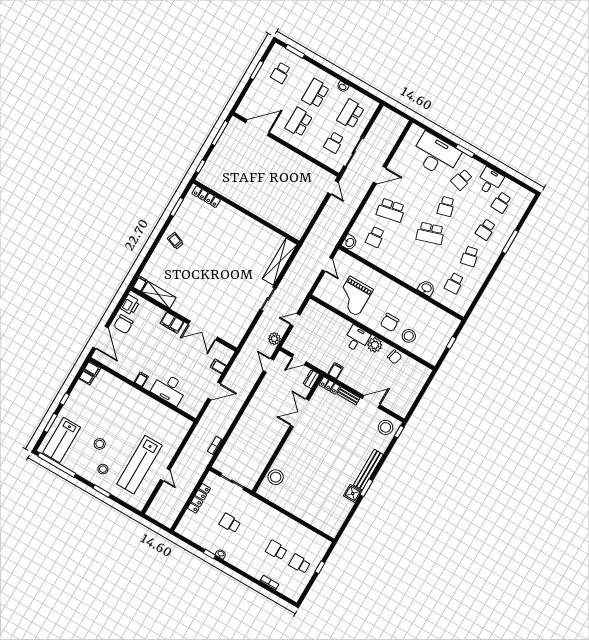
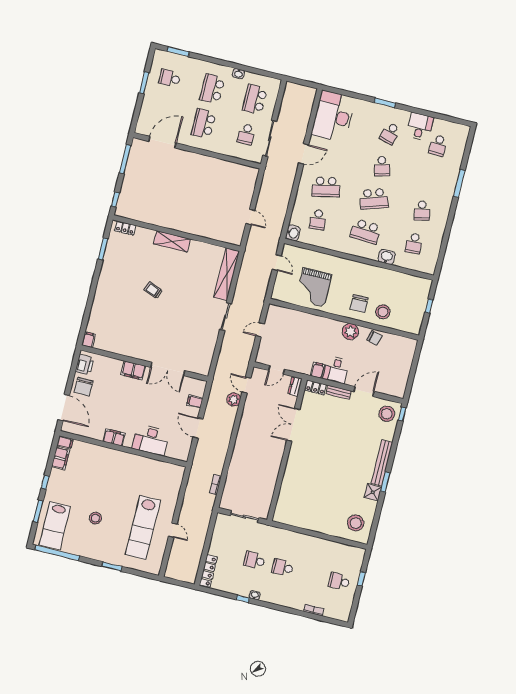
school desk: (281, 73) -> (170, 78), turned 90
desk: (436, 155) -> (333, 116), moved, turned -90
door: (333, 188) -> (250, 217), moved
locker: (206, 197) -> (125, 228), width x0.66
school desk: (486, 230) -> (366, 231), moved, width x1.85
trolley: (175, 241) -> (153, 290), moved
shelving: (159, 295) -> (172, 241), moved
plant: (274, 339) -> (234, 400), moved
desk: (357, 339) -> (336, 370), moved, turned 180
filing cabinet: (87, 378) -> (61, 458), width x2.00
filing cabinet: (141, 379) -> (114, 437), width x2.00
door: (214, 391) -> (198, 428), swing flipped
stool: (103, 469) -> (106, 543), removed
stool: (276, 477) -> (356, 523), moved
locker: (199, 498) -> (208, 571), moved
school desk: (276, 550) -> (283, 567), moved

